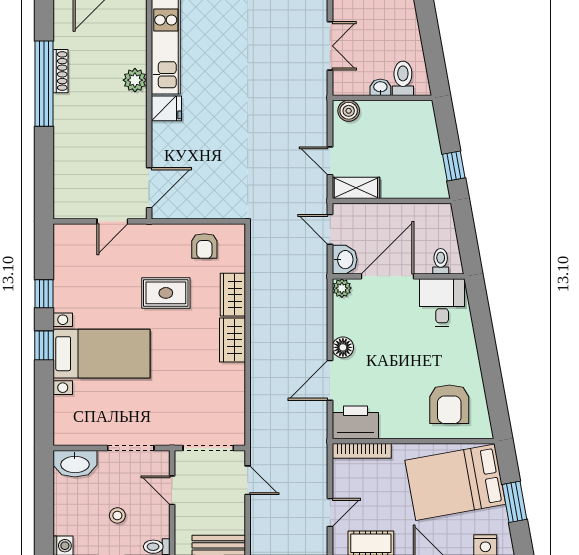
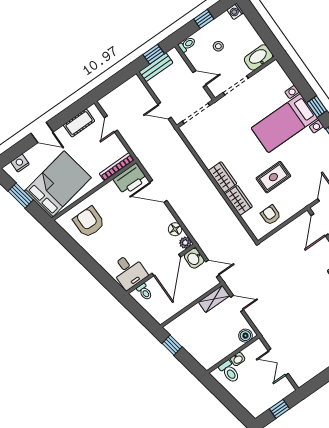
floor lamp: (343, 347) -> (175, 229), moved
door: (330, 380) -> (158, 191), swing flipped

